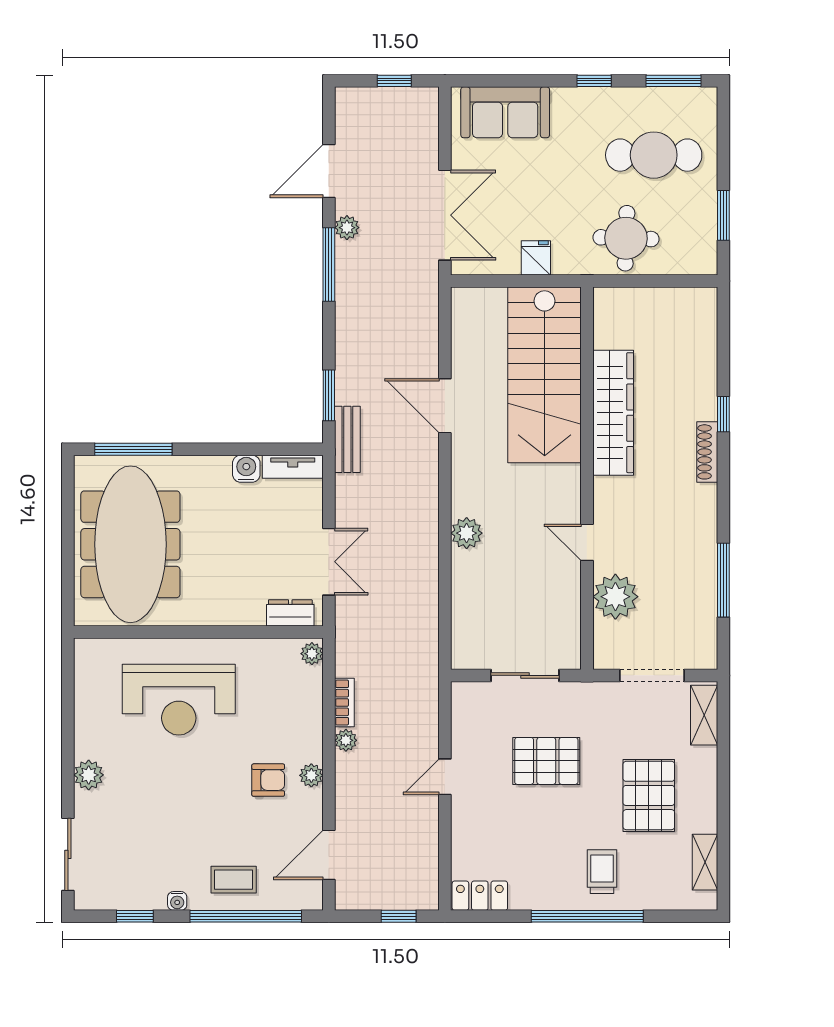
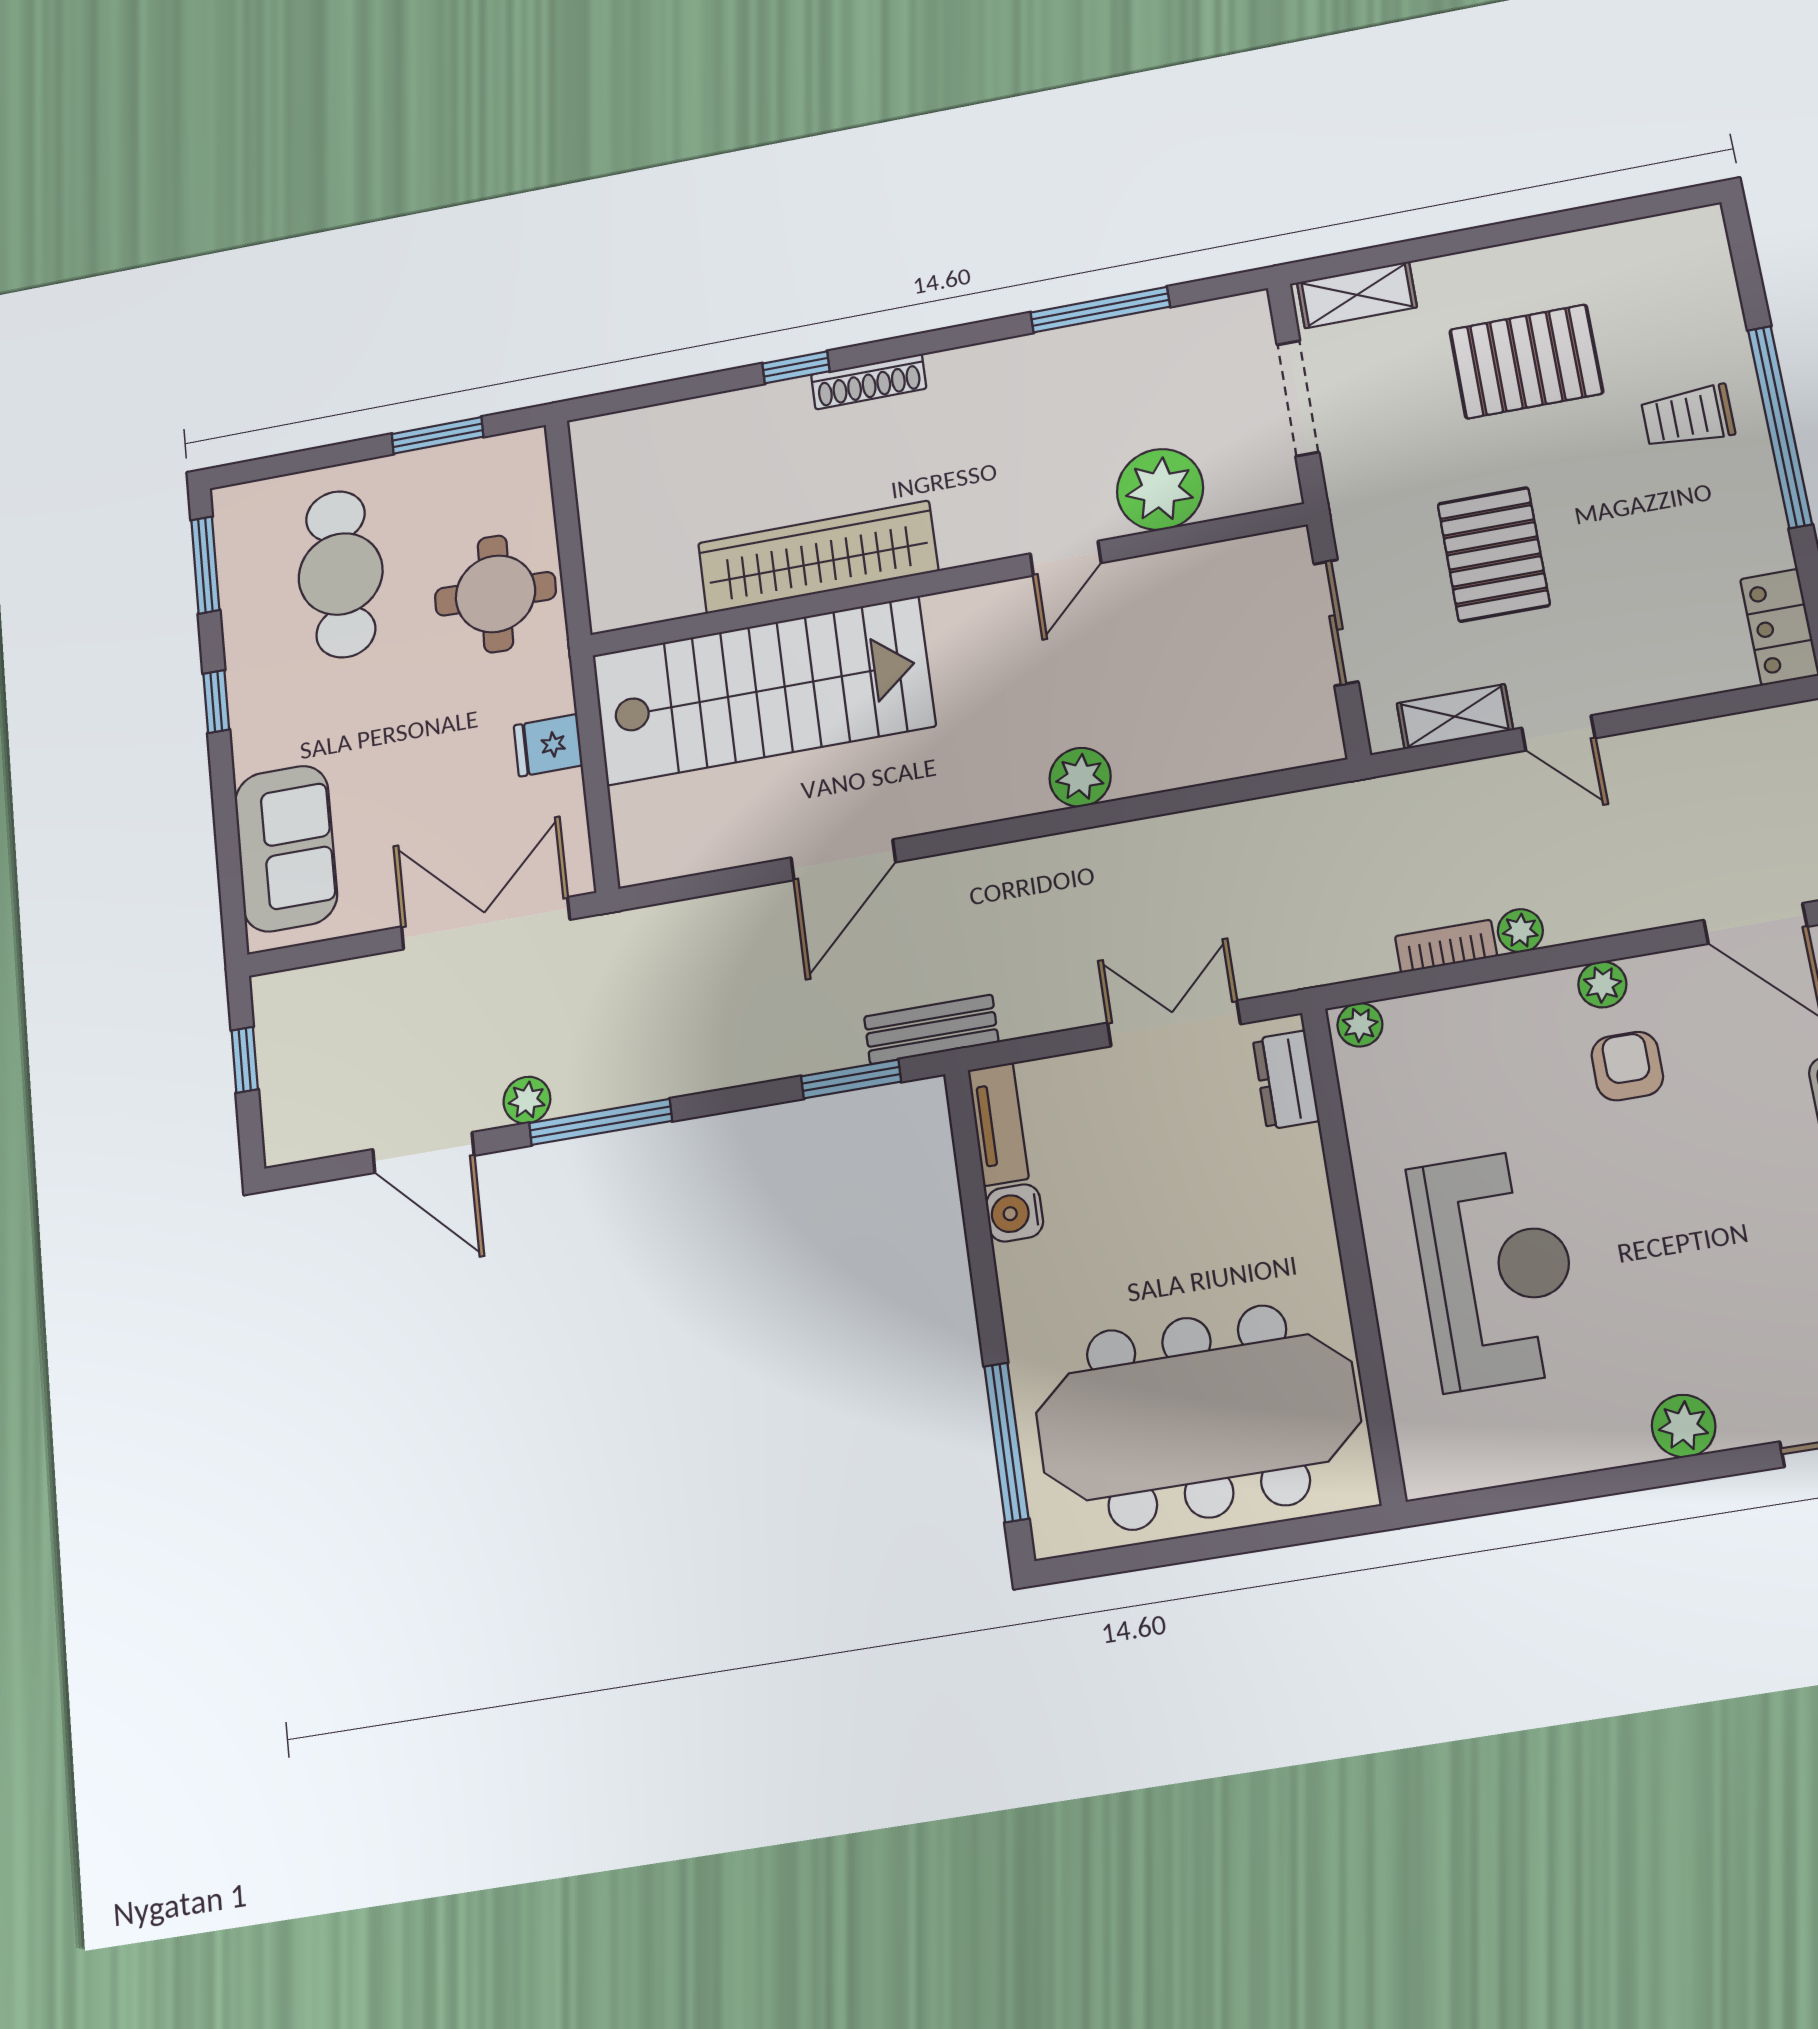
shelving: (705, 862) -> (1455, 717), moved

